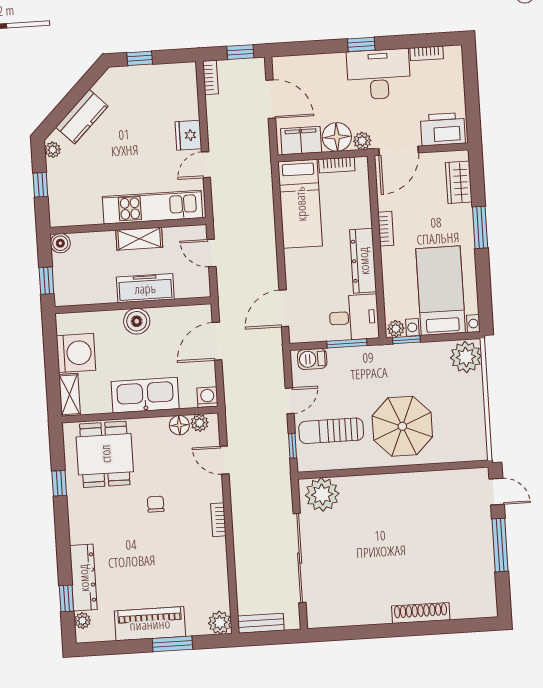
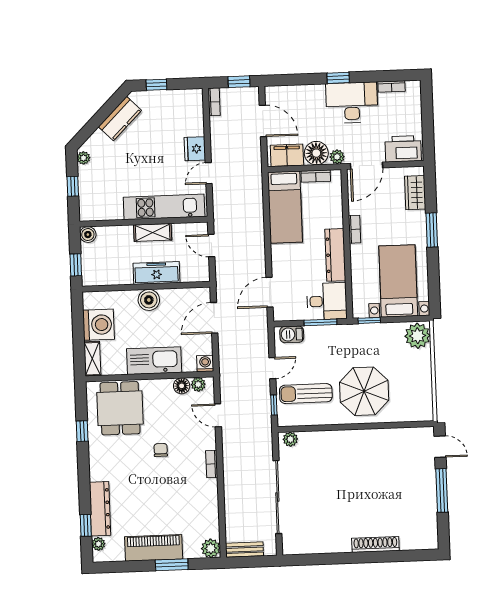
kitchen counter: (82, 117) -> (120, 119), moved
plant: (396, 329) -> (361, 311), removed
plant: (322, 494) -> (290, 439), width x0.53, depth x0.53

